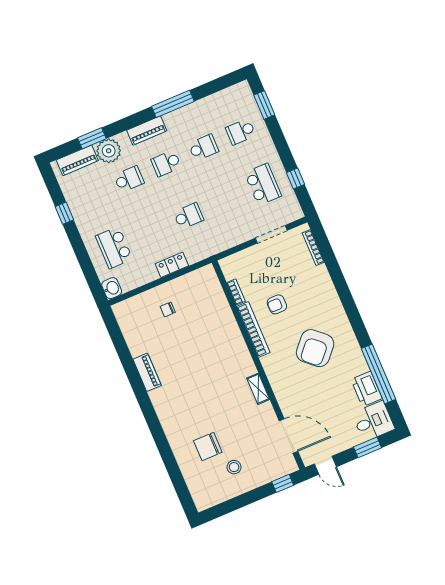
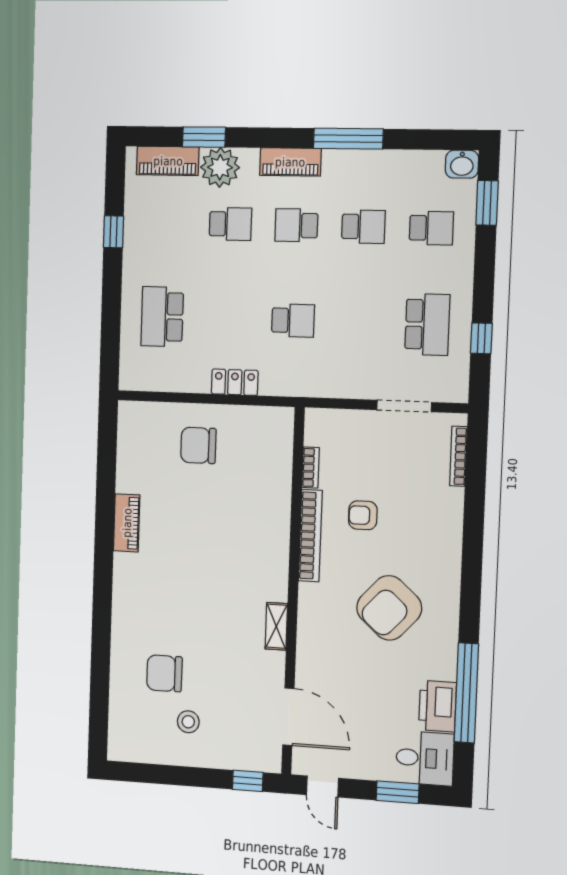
school desk: (241, 132) -> (431, 228), turned 180
washbasin: (112, 288) -> (462, 164), moved, turned 90
chair: (168, 309) -> (198, 445), width x1.87, depth x1.87

